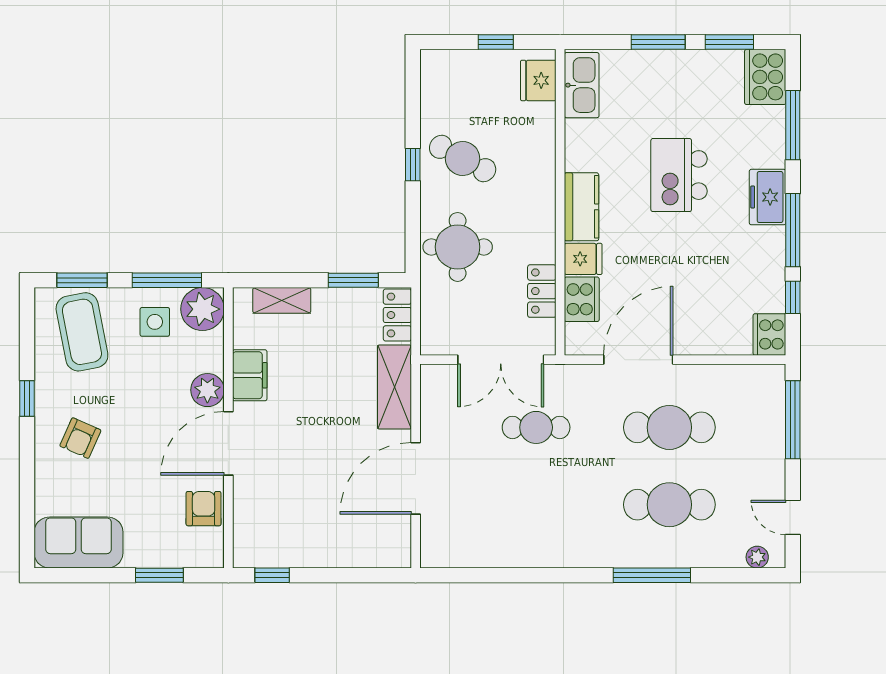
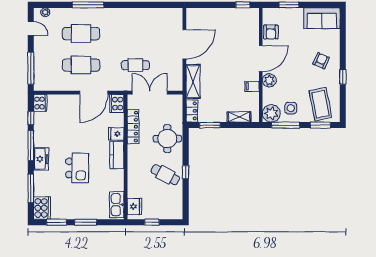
locker: (542, 291) -> (133, 127), width x1.53
cooker: (582, 299) -> (117, 104), moved
filing cabinet: (250, 375) -> (252, 86), width x0.50

